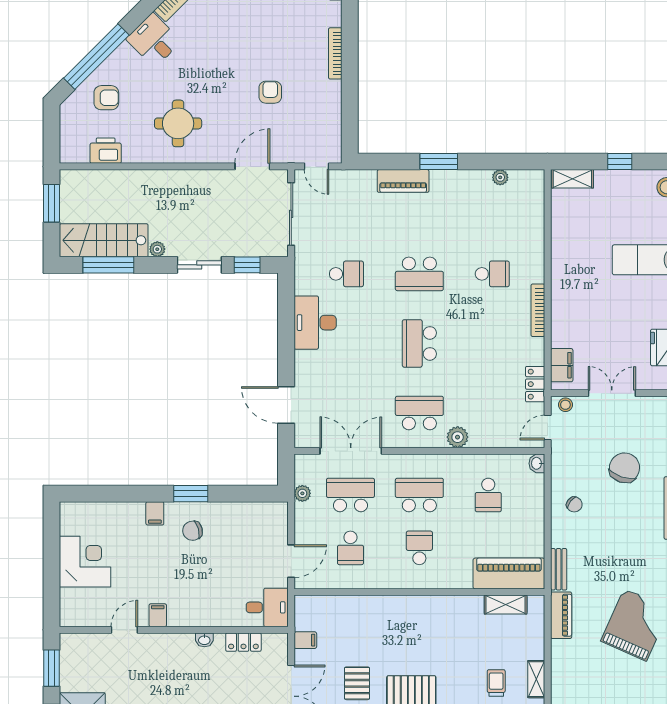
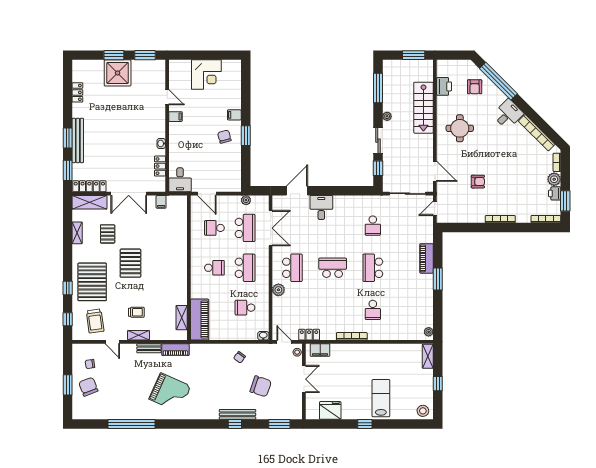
plant: (500, 177) -> (429, 332), moved
stairs: (104, 240) -> (423, 108), moved, turned 180
desk: (315, 323) -> (321, 207), moved, width x0.73
bench: (559, 569) -> (149, 348), moved
pallet: (357, 683) -> (136, 232), removed

